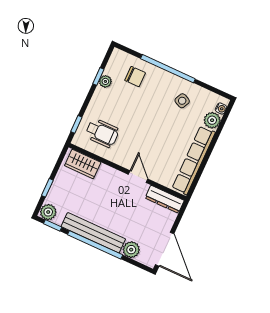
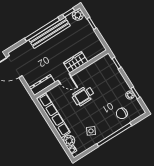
wheelchair: (102, 133) -> (83, 96), moved
wardrobe: (83, 164) -> (76, 62), moved
plant: (131, 250) -> (26, 48), removed

